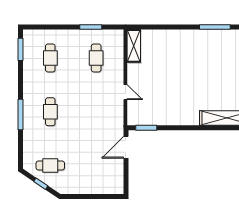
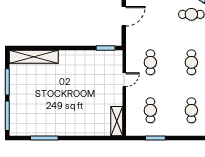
door: (125, 92) -> (124, 80), swing flipped
cafe table: (96, 112) -> (150, 62), added
door: (126, 147) -> (124, 16), moved

